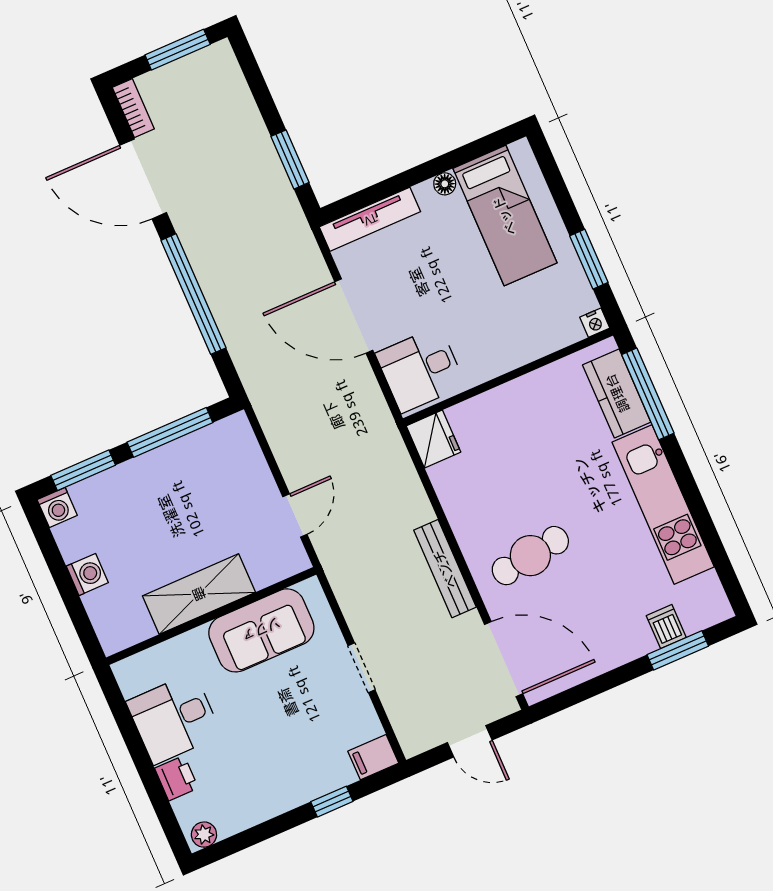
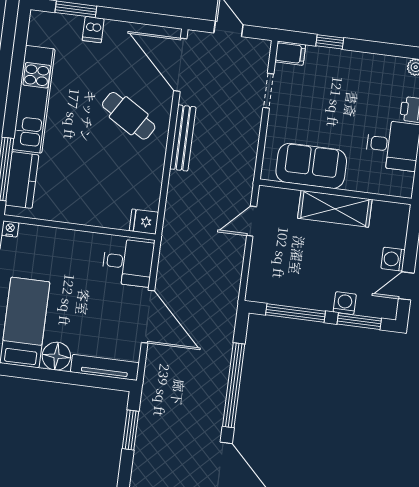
floor lamp: (445, 184) -> (56, 356), width x1.89, depth x1.89
fridge: (433, 439) -> (144, 222), width x0.72
washing machine: (57, 507) -> (345, 303), moved
door: (50, 551) -> (406, 286), added
cafe table: (530, 556) -> (129, 116), turned 40
dishwasher: (666, 627) -> (93, 30), moved
doorway: (361, 668) -> (268, 91), moved

